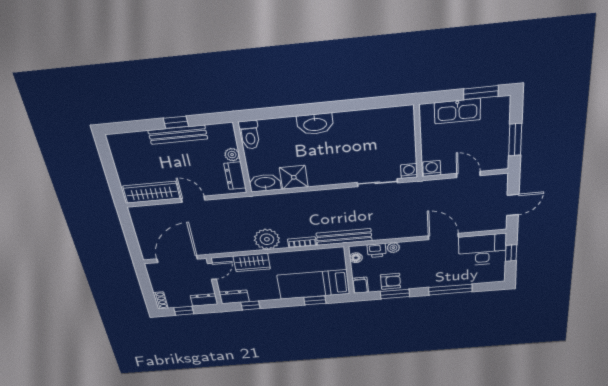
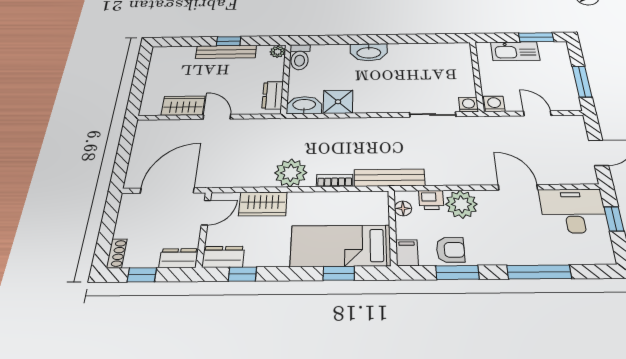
plant: (232, 155) -> (278, 52), moved
wardrobe: (151, 192) -> (183, 106), width x0.67
plant: (393, 248) -> (461, 204), width x1.88, depth x1.88

